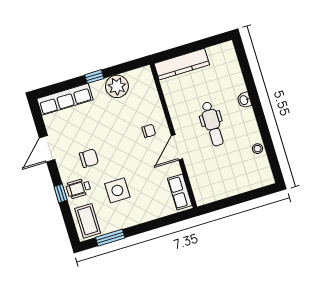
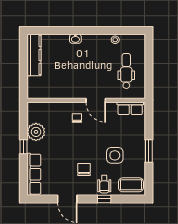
kitchen counter: (182, 64) -> (34, 55), moved
dental chair: (212, 124) -> (126, 71), moved, turned -90
window: (110, 238) -> (149, 151), moved

